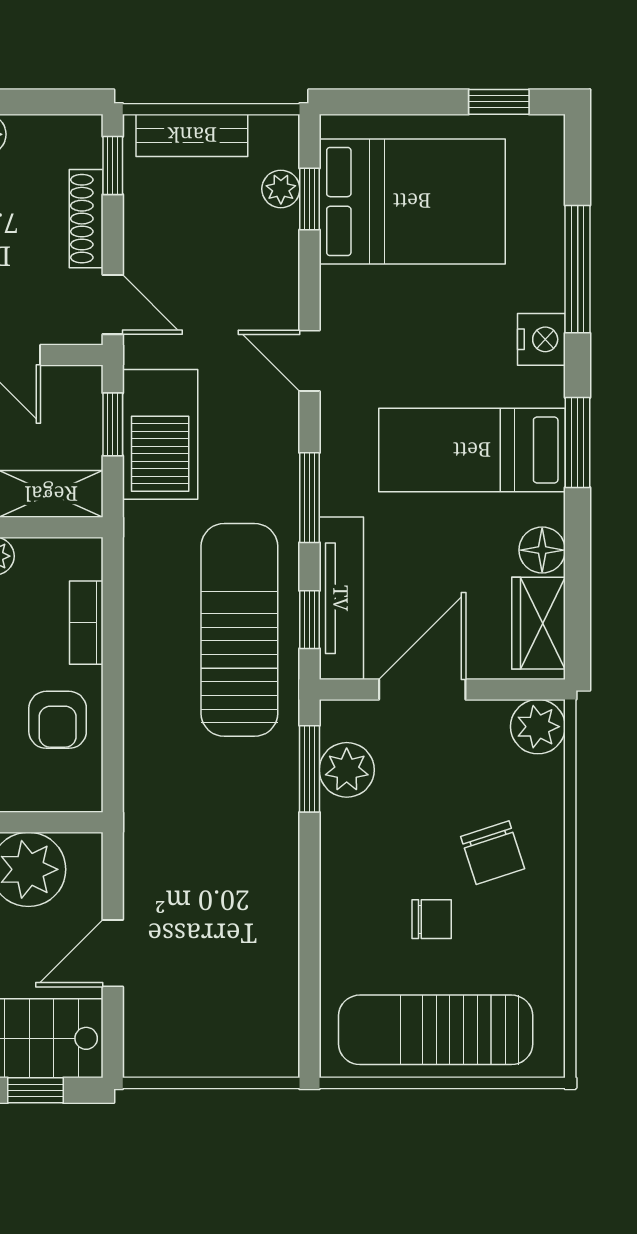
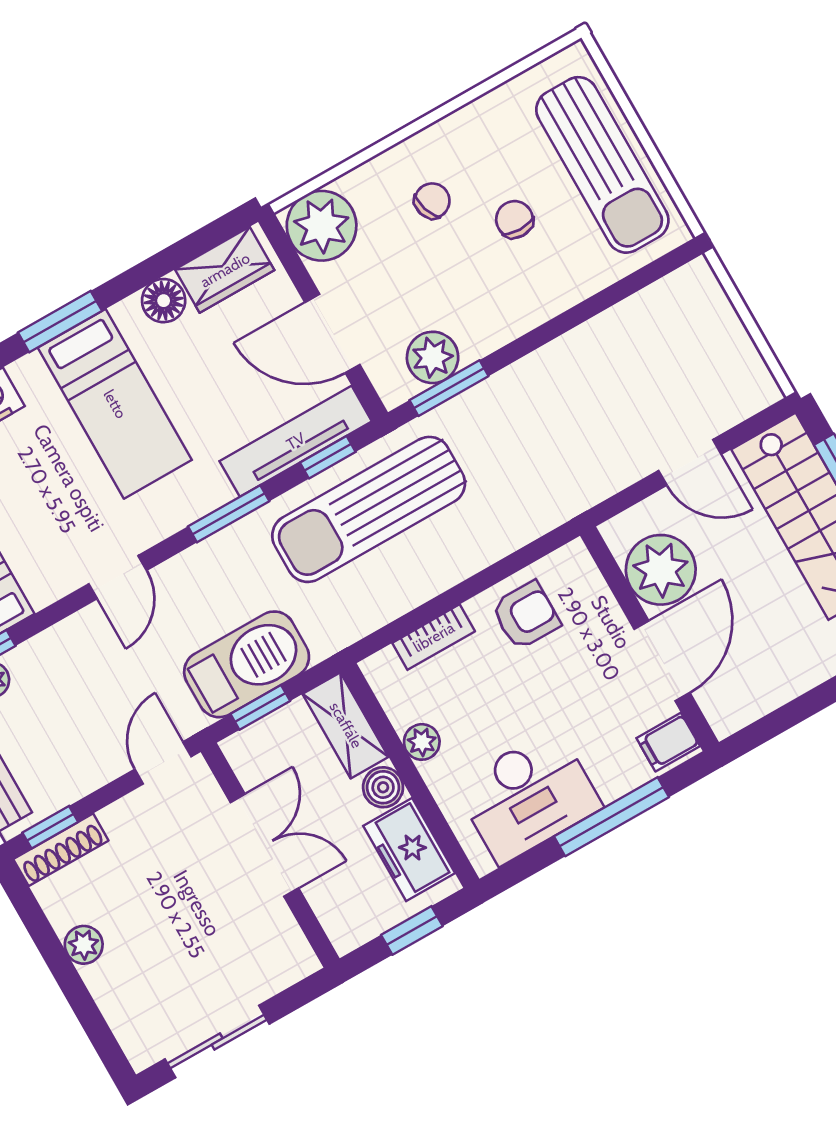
shoe rack: (86, 219) -> (61, 850), moved
plant: (538, 727) -> (322, 226), width x1.36, depth x1.36
chair: (493, 853) -> (432, 201), width x0.73, depth x0.73

